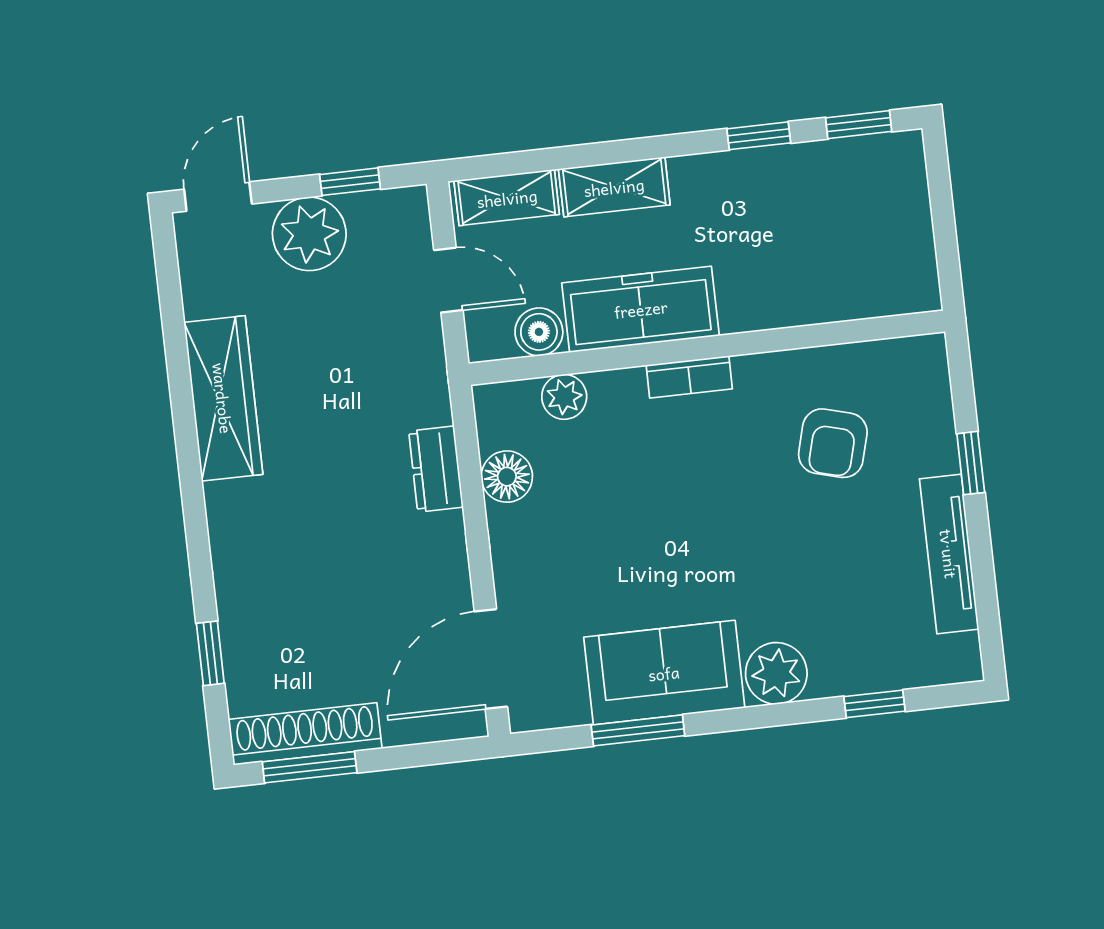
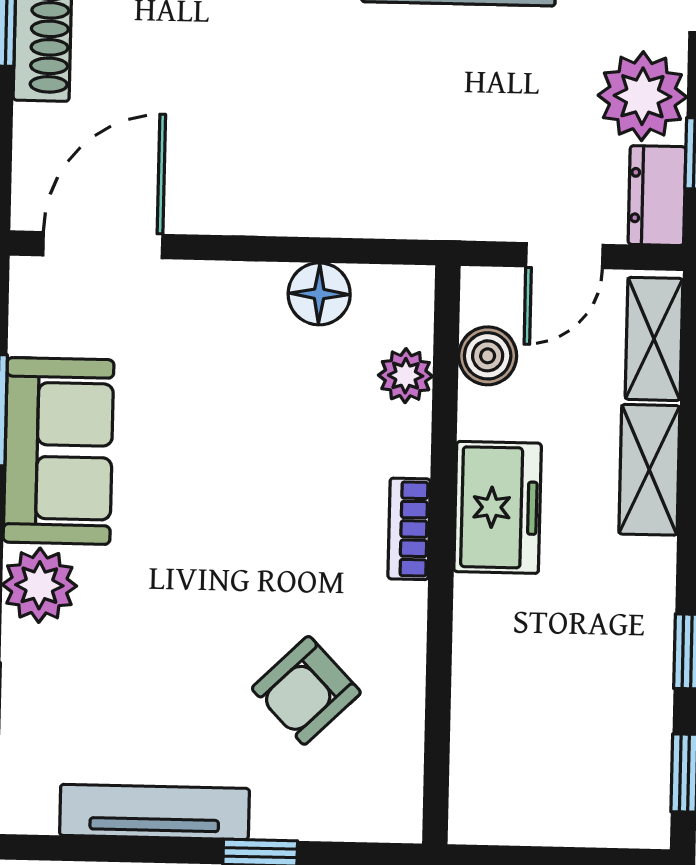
freezer: (641, 309) -> (498, 507), width x0.71
armchair: (833, 443) -> (306, 690), turned -59
dresser: (436, 469) -> (657, 196), moved, turned -90
door: (491, 659) -> (103, 245), hinge flipped

